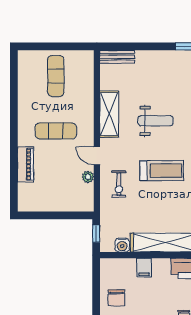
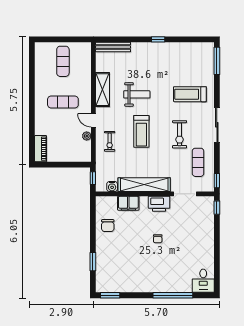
bench: (117, 57) -> (113, 47), width x1.36
piano: (26, 164) -> (41, 149), moved
treadmill: (162, 171) -> (141, 131), turned 90
filing cabinet: (144, 268) -> (128, 203), width x2.00

